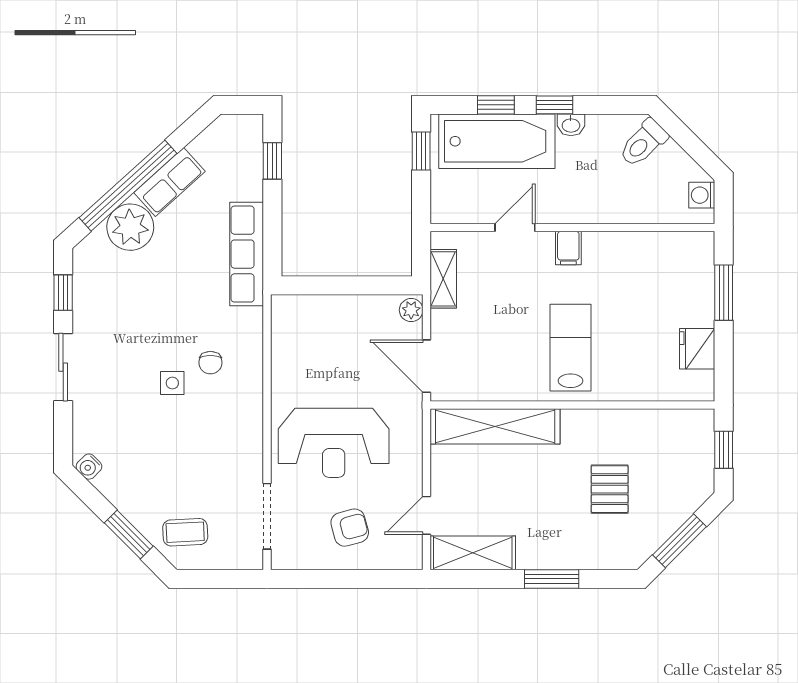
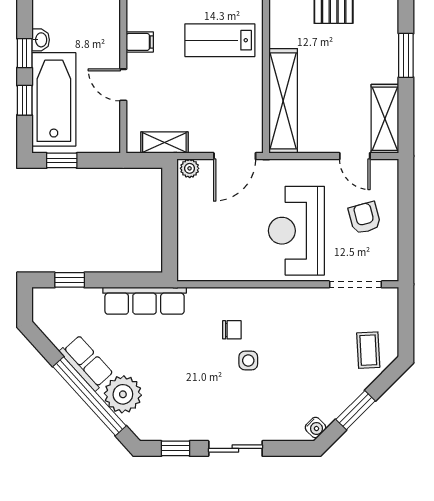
reception desk: (334, 443) -> (296, 231), turned 180
window: (129, 535) -> (356, 410), moved

